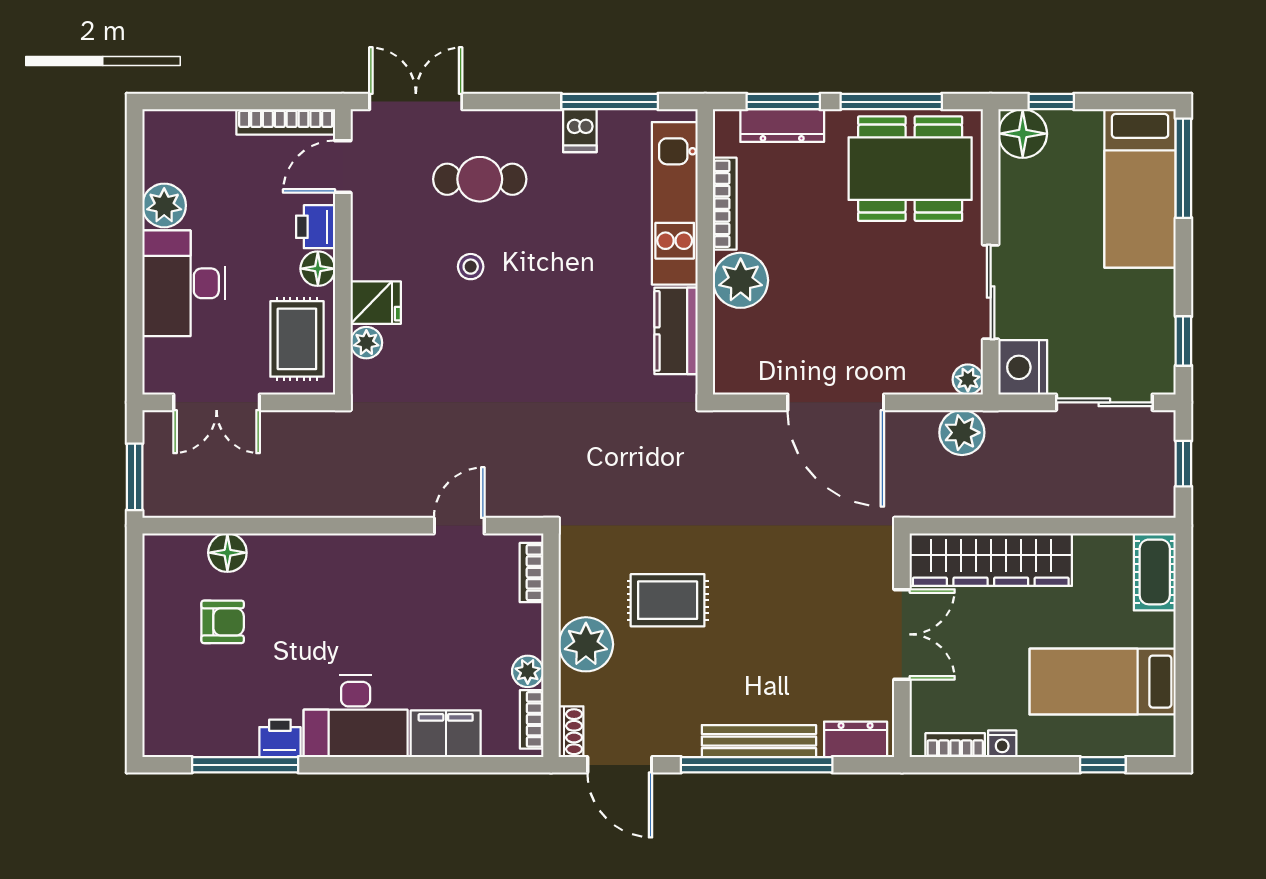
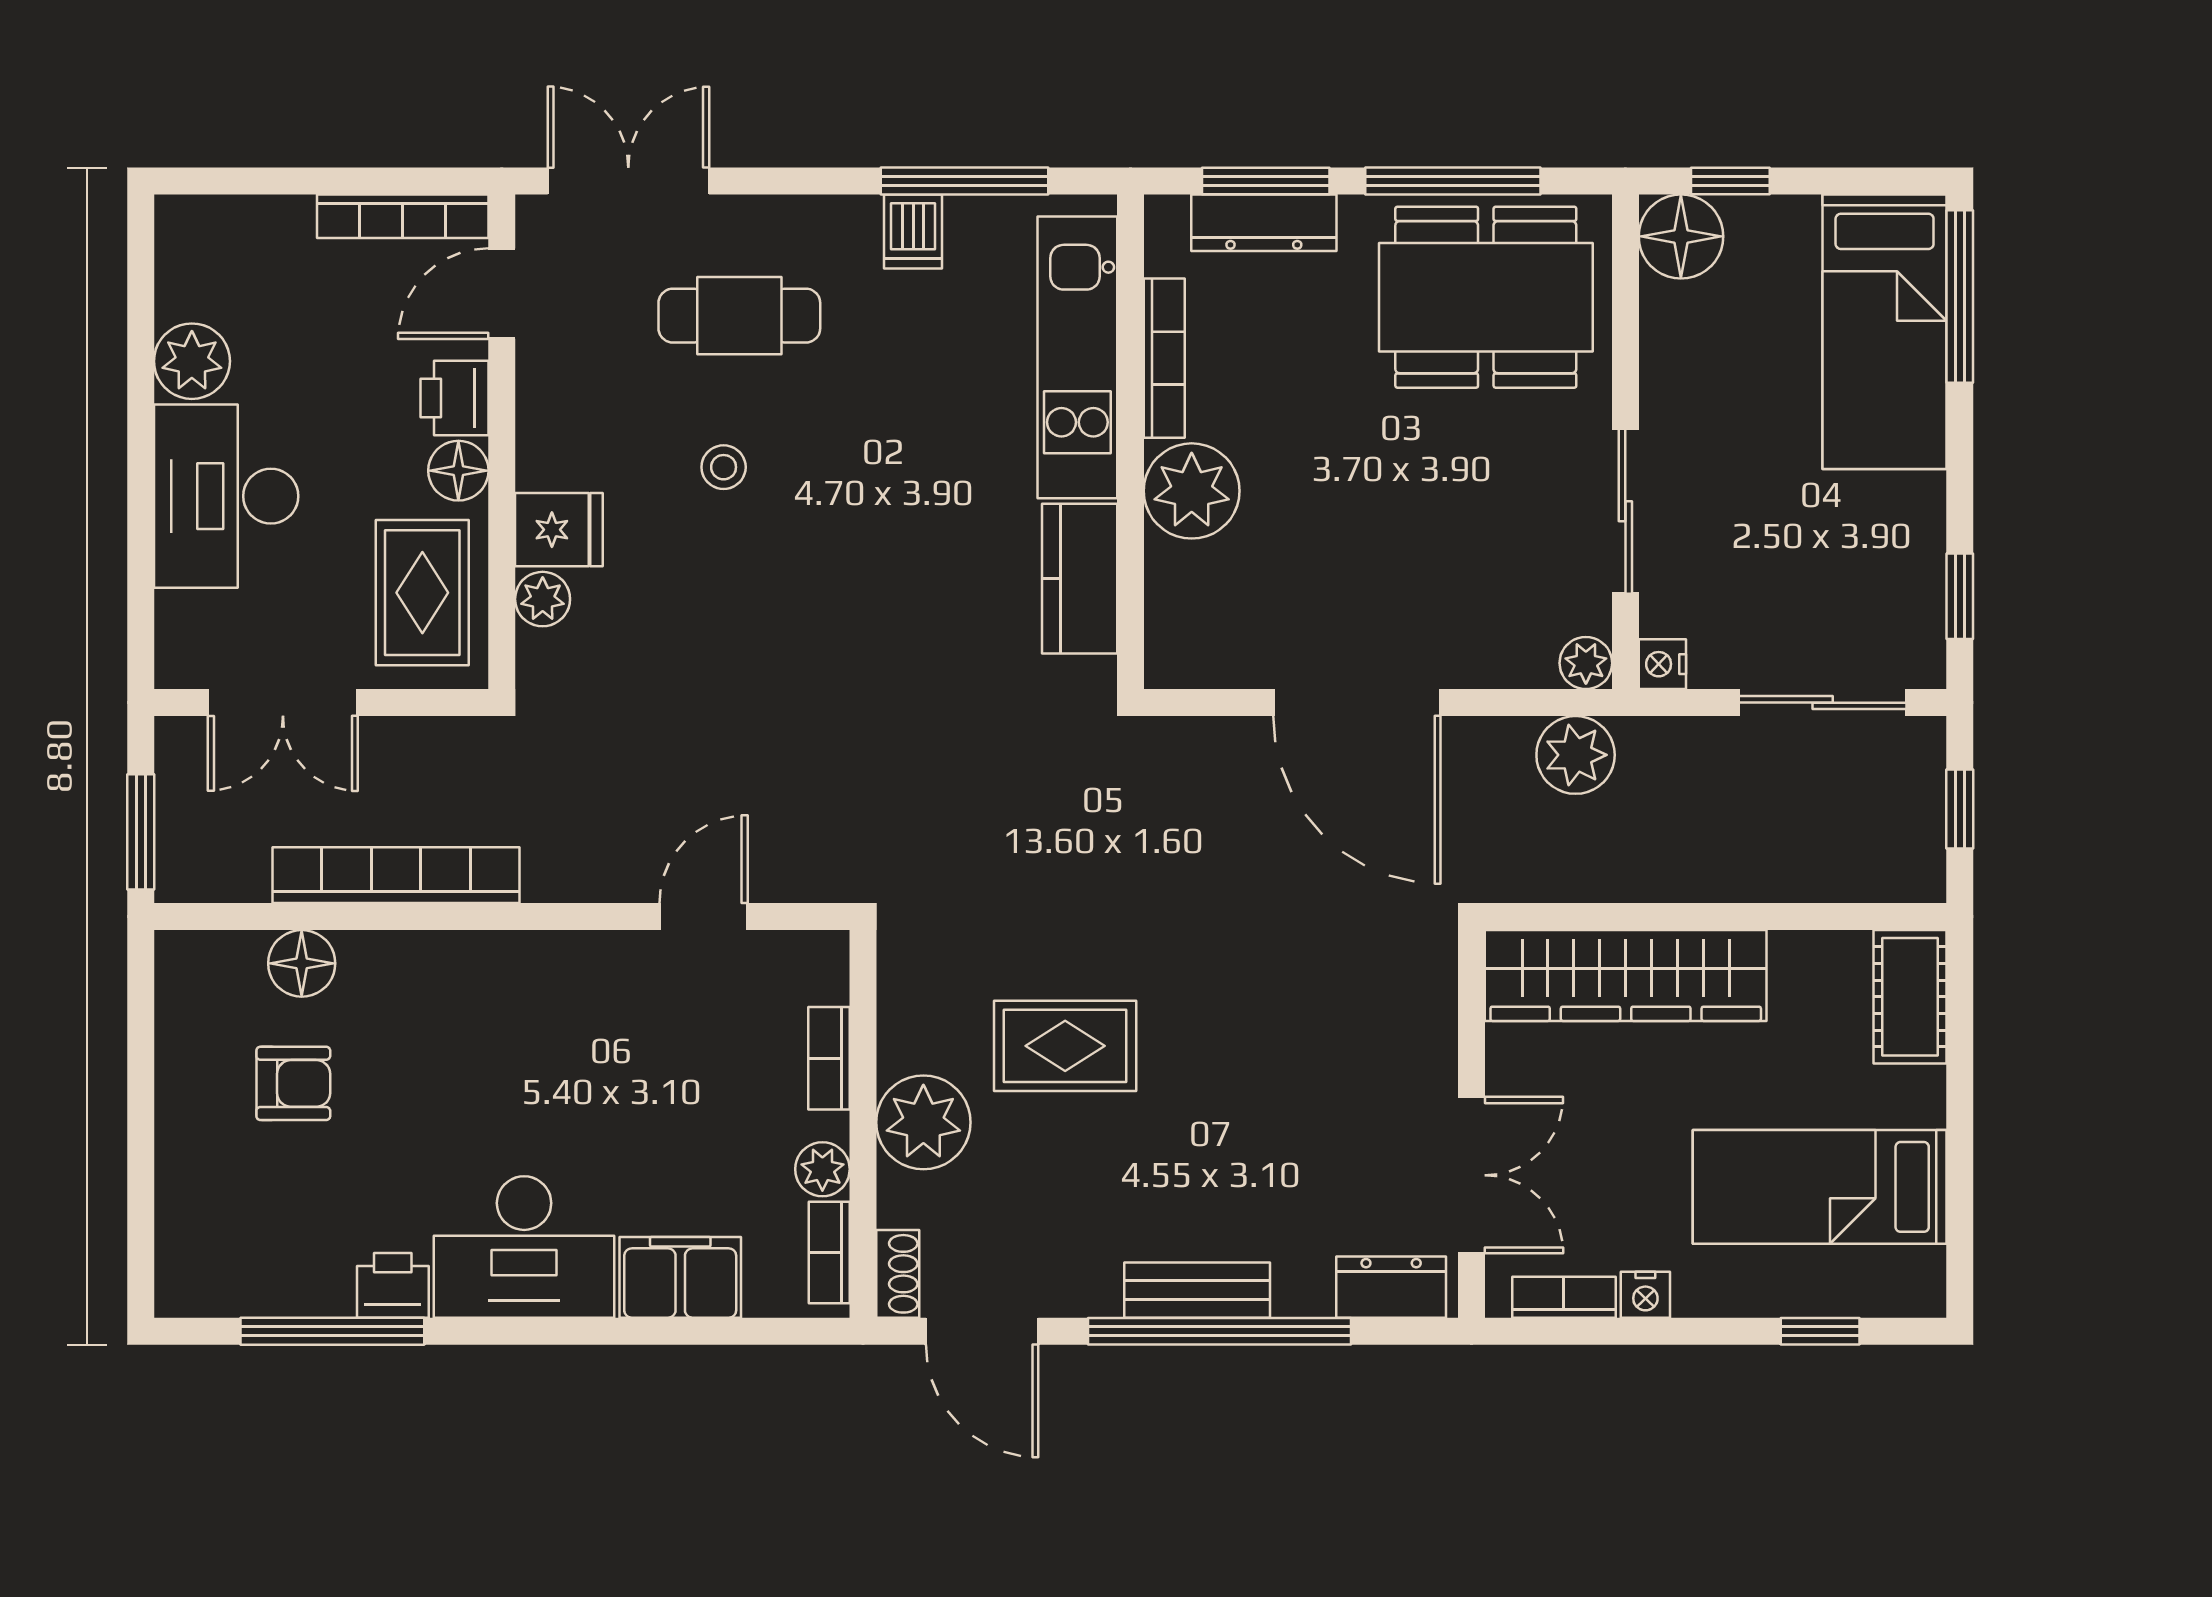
nightstand: (1023, 367) -> (1662, 664), width x0.53, depth x0.56
bookcase: (282, 502) -> (396, 875), added
bookcase: (531, 573) -> (829, 1058), moved
double door: (902, 634) -> (1472, 1175), moved
bench: (759, 741) -> (1197, 1290), width x0.73

